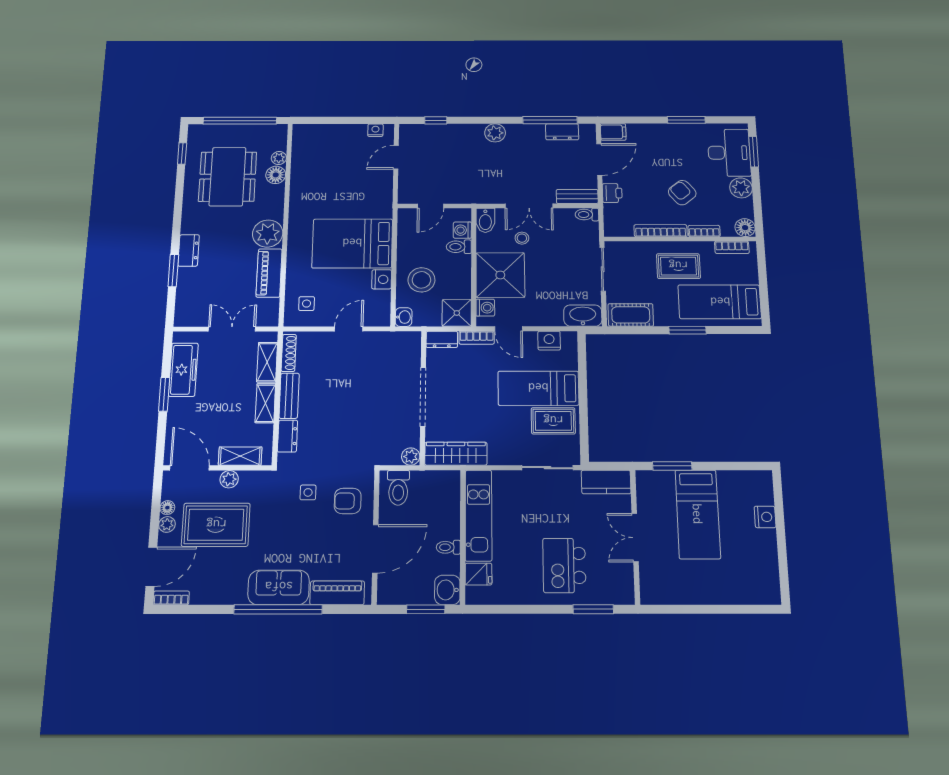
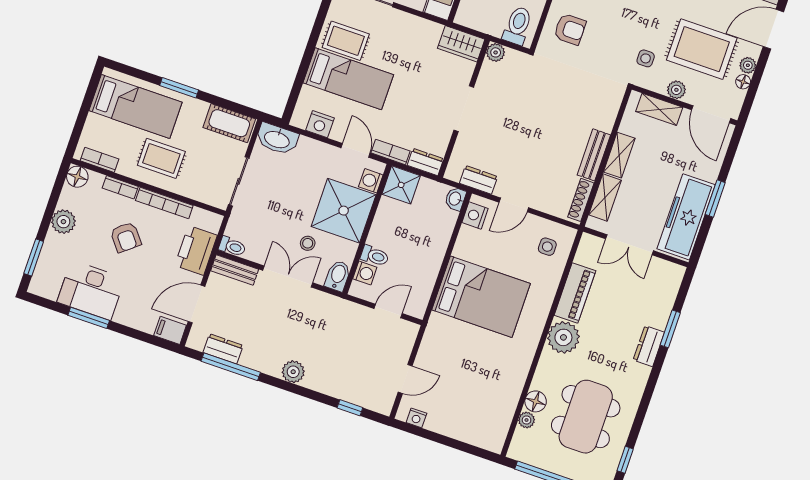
desk: (729, 153) -> (91, 290), moved, turned -90
printer: (612, 193) -> (196, 250), width x1.87, depth x1.48
nightstand: (382, 279) -> (475, 215), moved
stool: (421, 280) -> (424, 233), removed
freezer: (183, 370) -> (686, 217), width x1.36, depth x1.26
doorway: (423, 397) -> (464, 109), width x0.73
dresser: (288, 436) -> (479, 180), moved, turned 90
wardrobe: (456, 454) -> (461, 44), width x0.67
side table: (308, 492) -> (646, 58), moved

